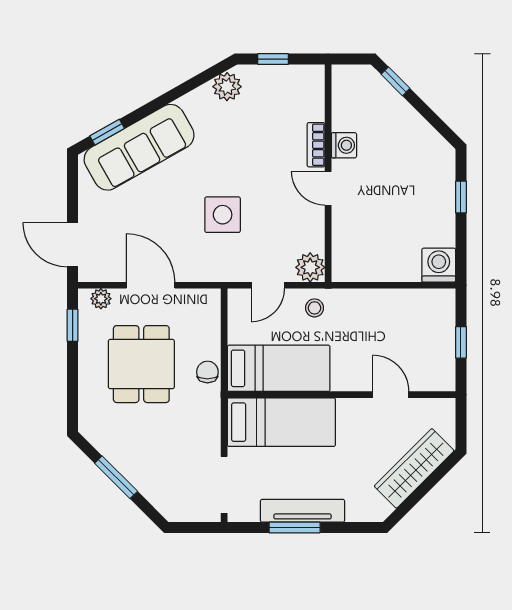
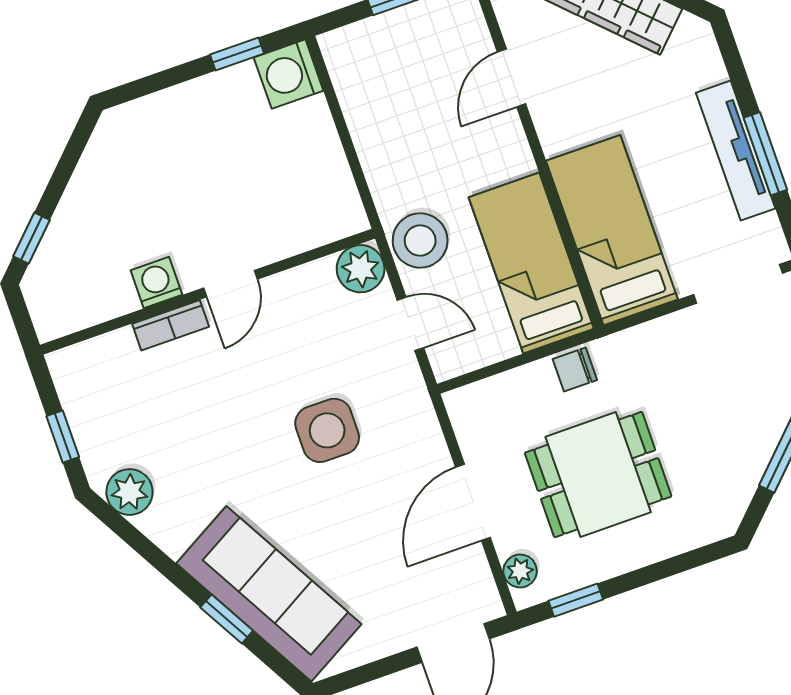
window: (107, 132) -> (227, 619), moved
window: (461, 197) -> (237, 54), moved
stool: (315, 308) -> (420, 241), width x1.89, depth x1.89

